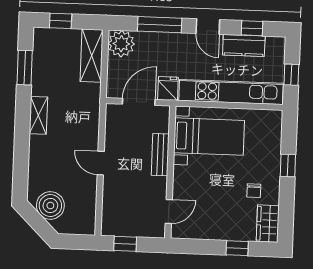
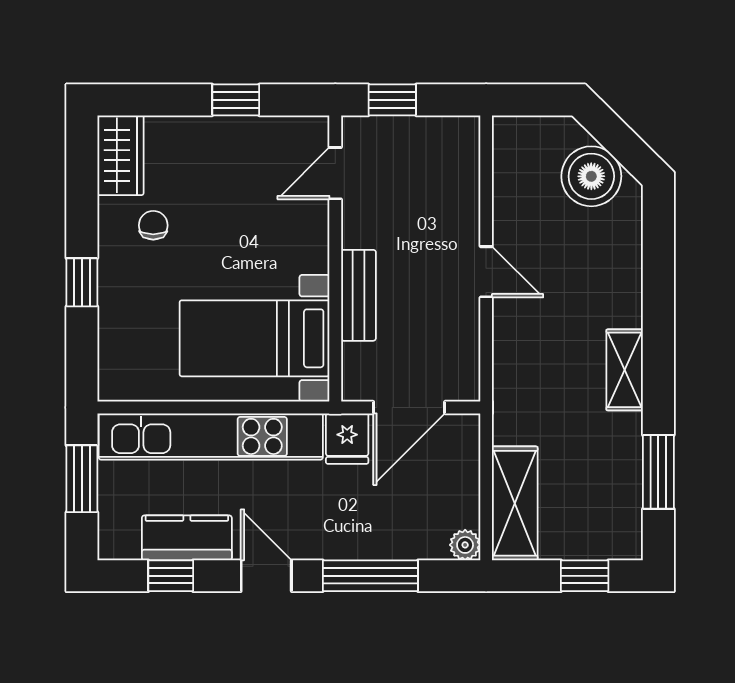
plant: (121, 44) -> (465, 545), width x0.53, depth x0.53
window: (291, 75) -> (82, 479), width x1.50
window: (125, 244) -> (392, 100), moved
window: (237, 248) -> (236, 100), moved

